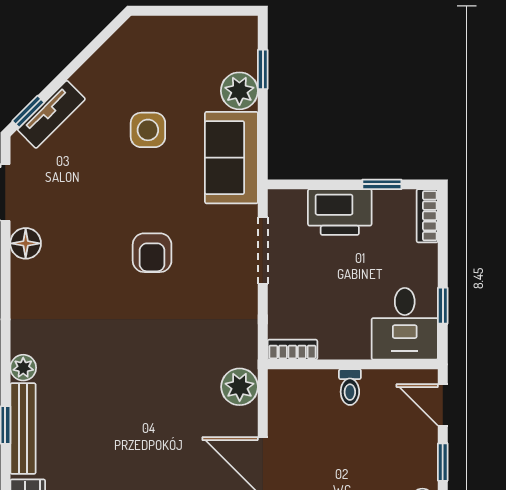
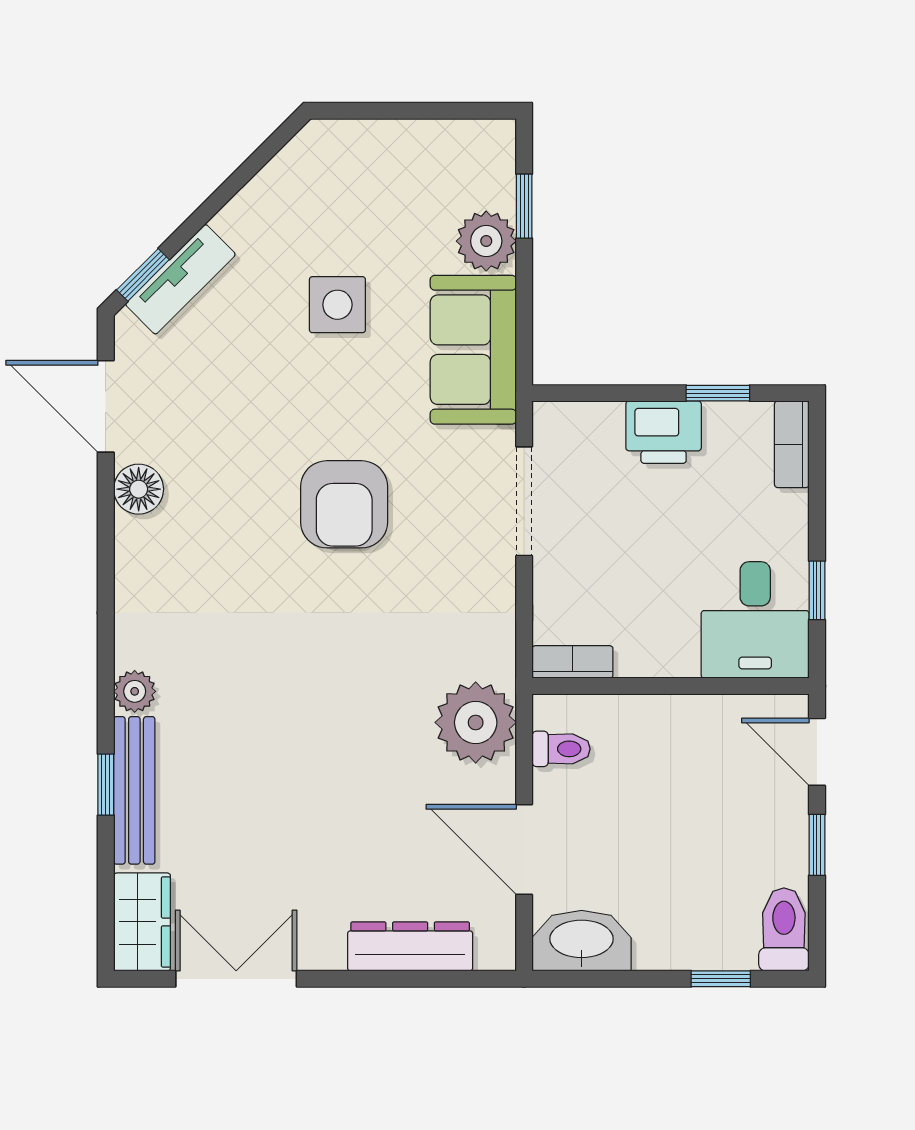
printer: (340, 212) -> (664, 432), width x0.73, depth x0.84
armchair: (152, 253) -> (344, 504), width x1.38, depth x1.38
plant: (240, 387) -> (476, 722), width x1.36, depth x1.36
toilet: (350, 387) -> (561, 749), moved, turned -90

